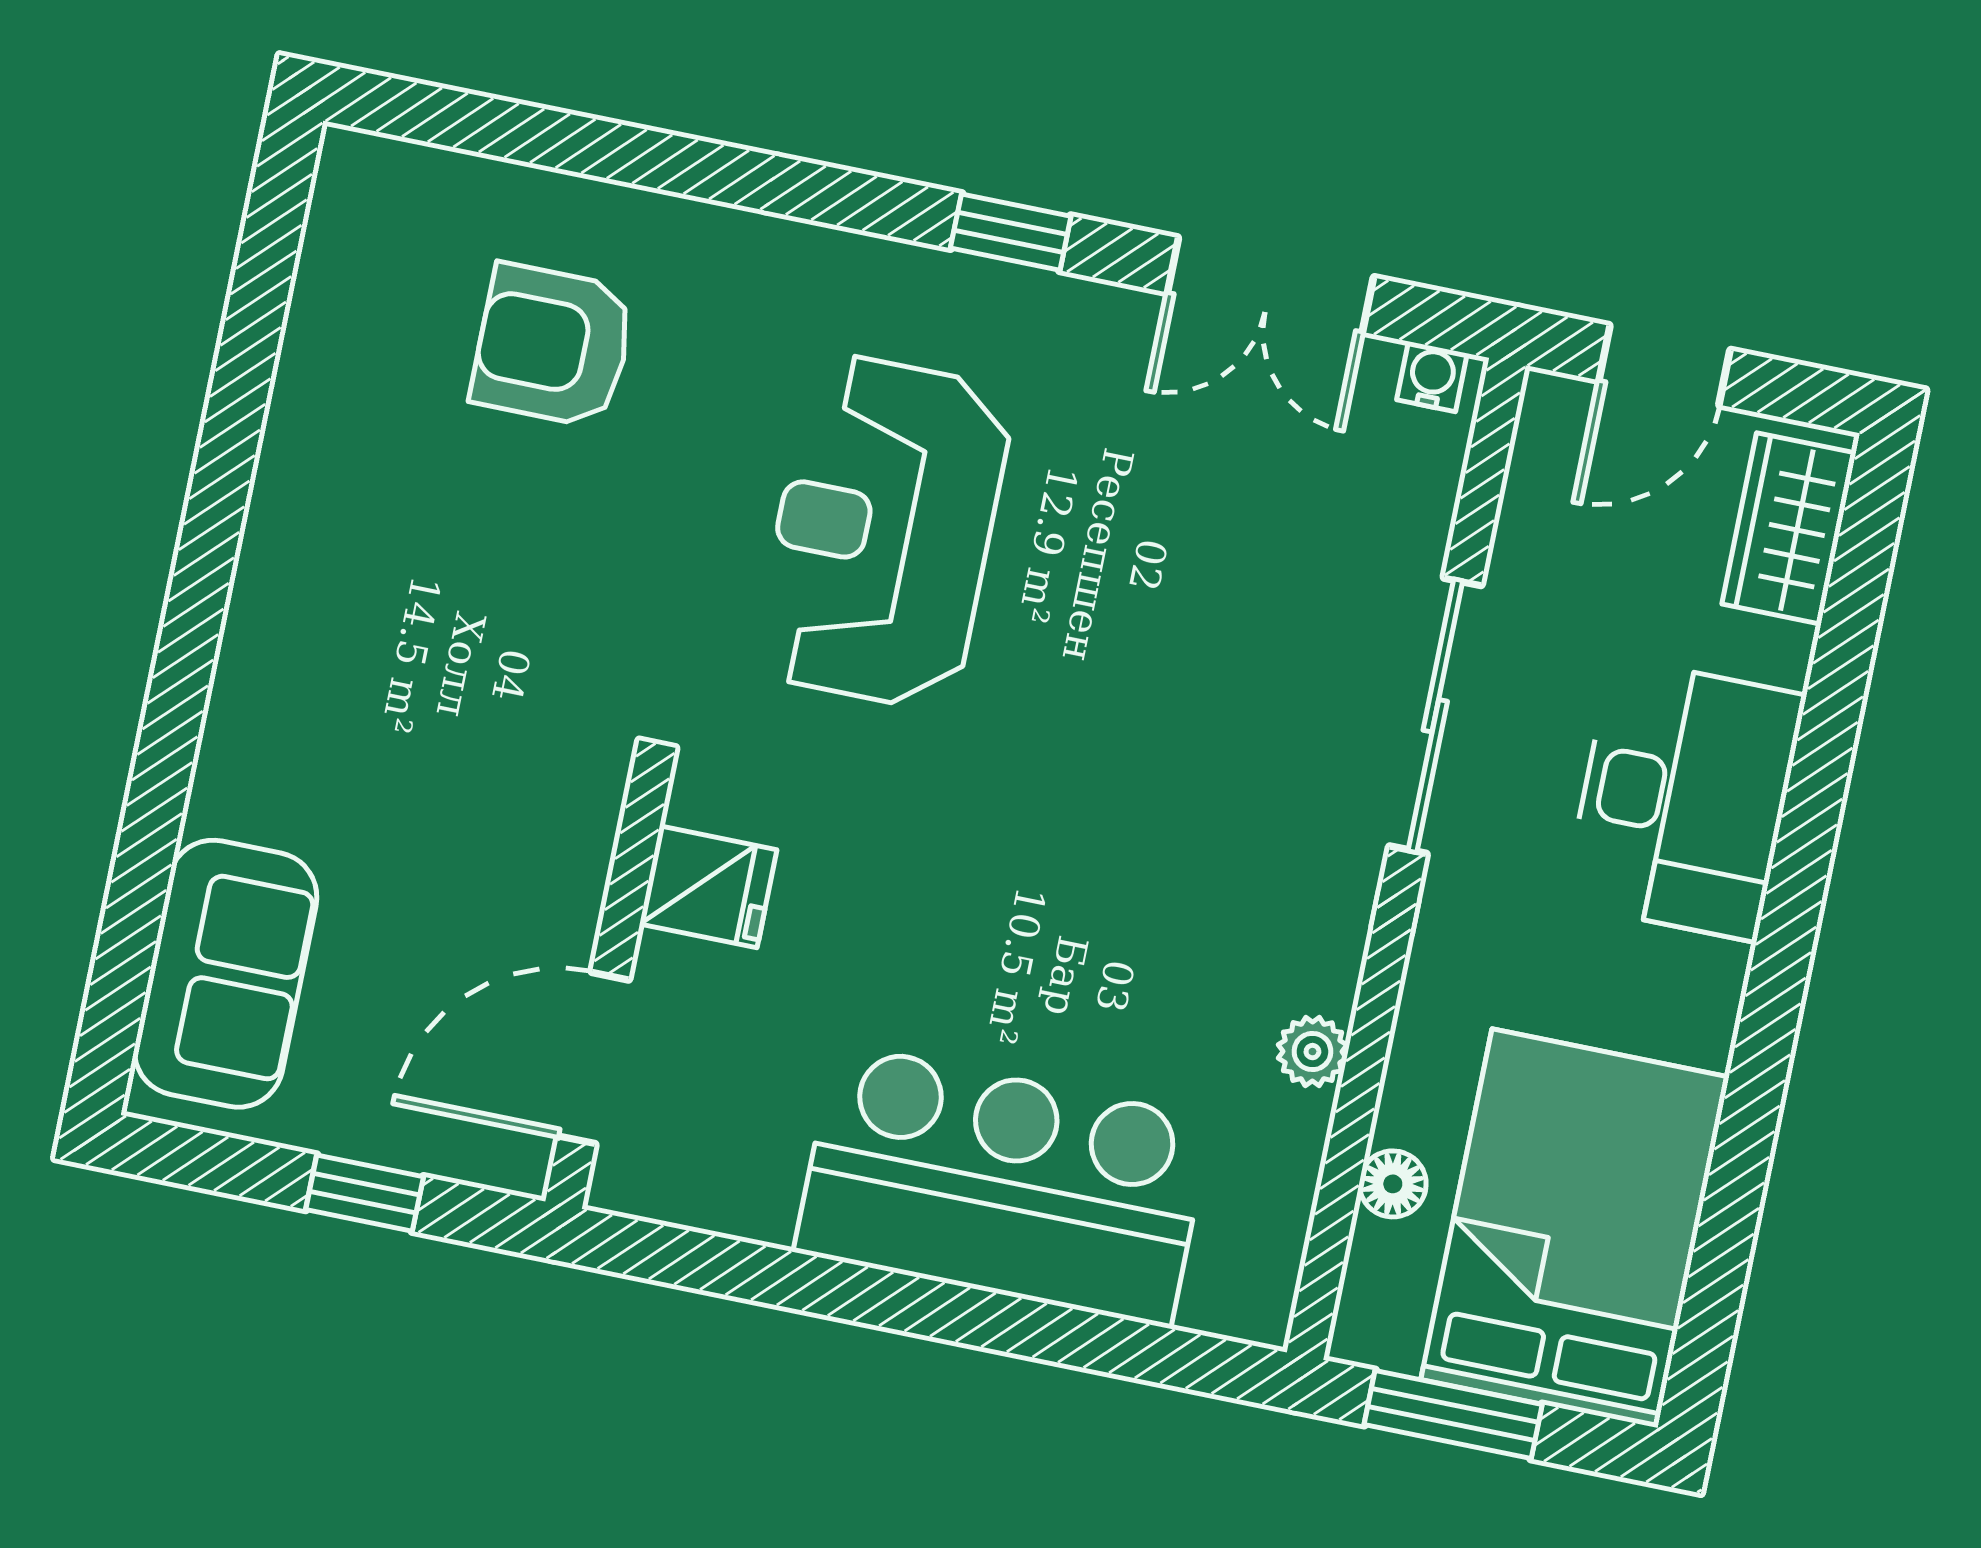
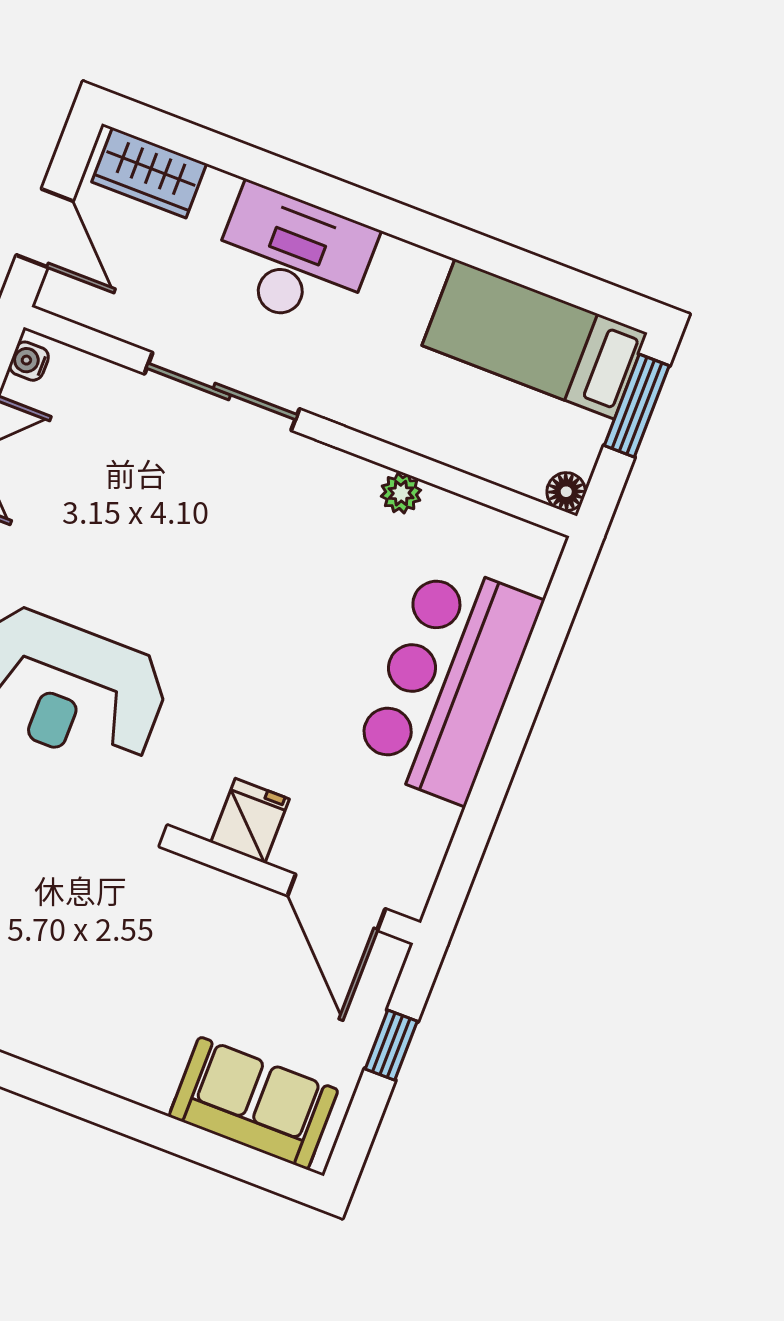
floor lamp: (1393, 1184) -> (566, 492), moved
bed: (1575, 1228) -> (535, 339), width x0.67
window: (1453, 1415) -> (637, 406), moved

